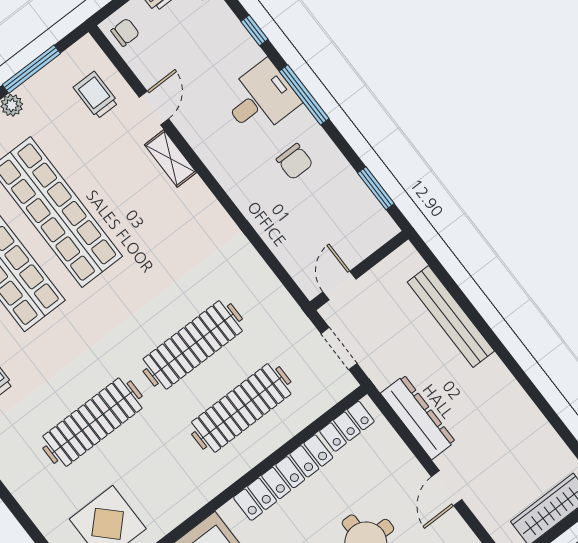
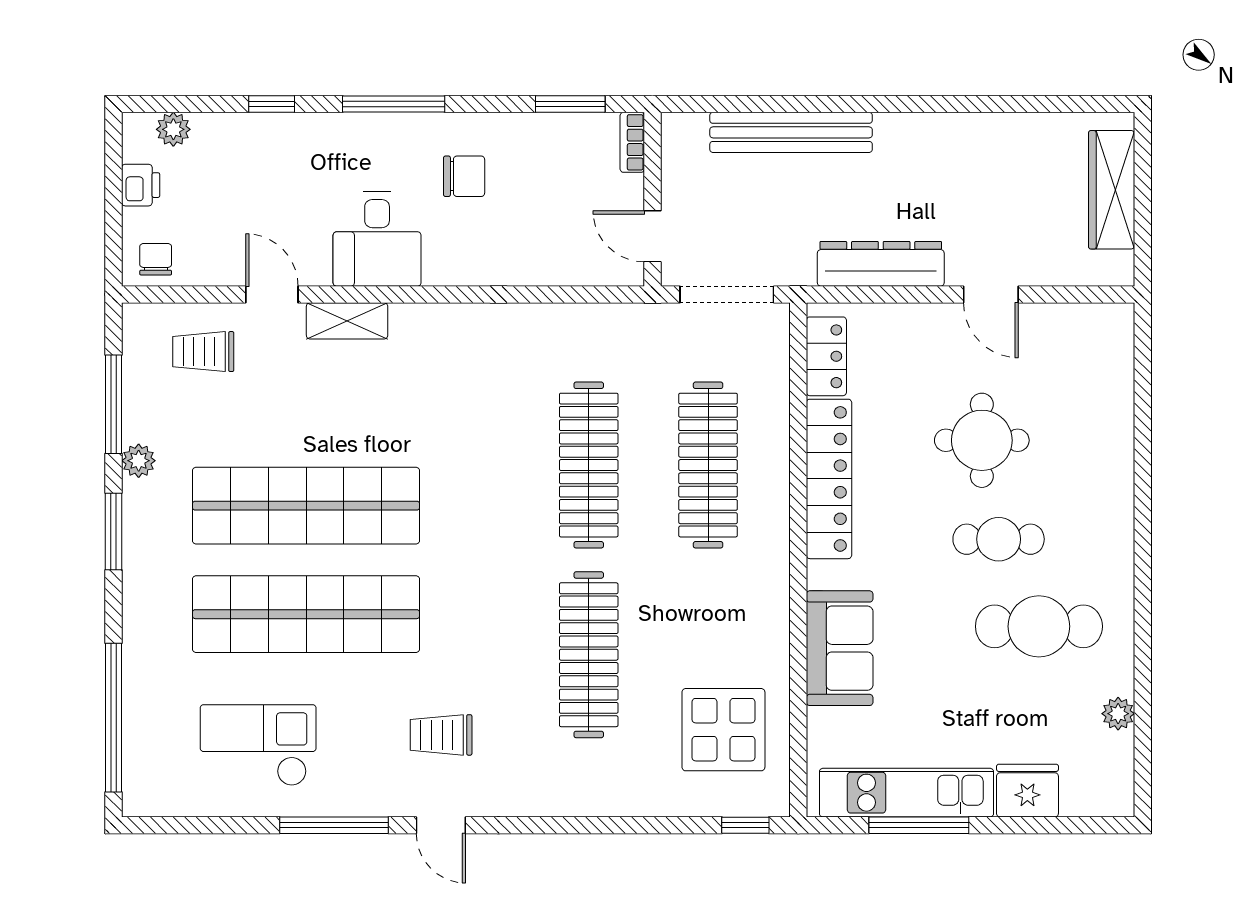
desk: (260, 99) -> (377, 239), moved, turned 180
bookcase: (381, 237) -> (632, 142), added
doorway: (339, 349) -> (727, 294), width x1.38

